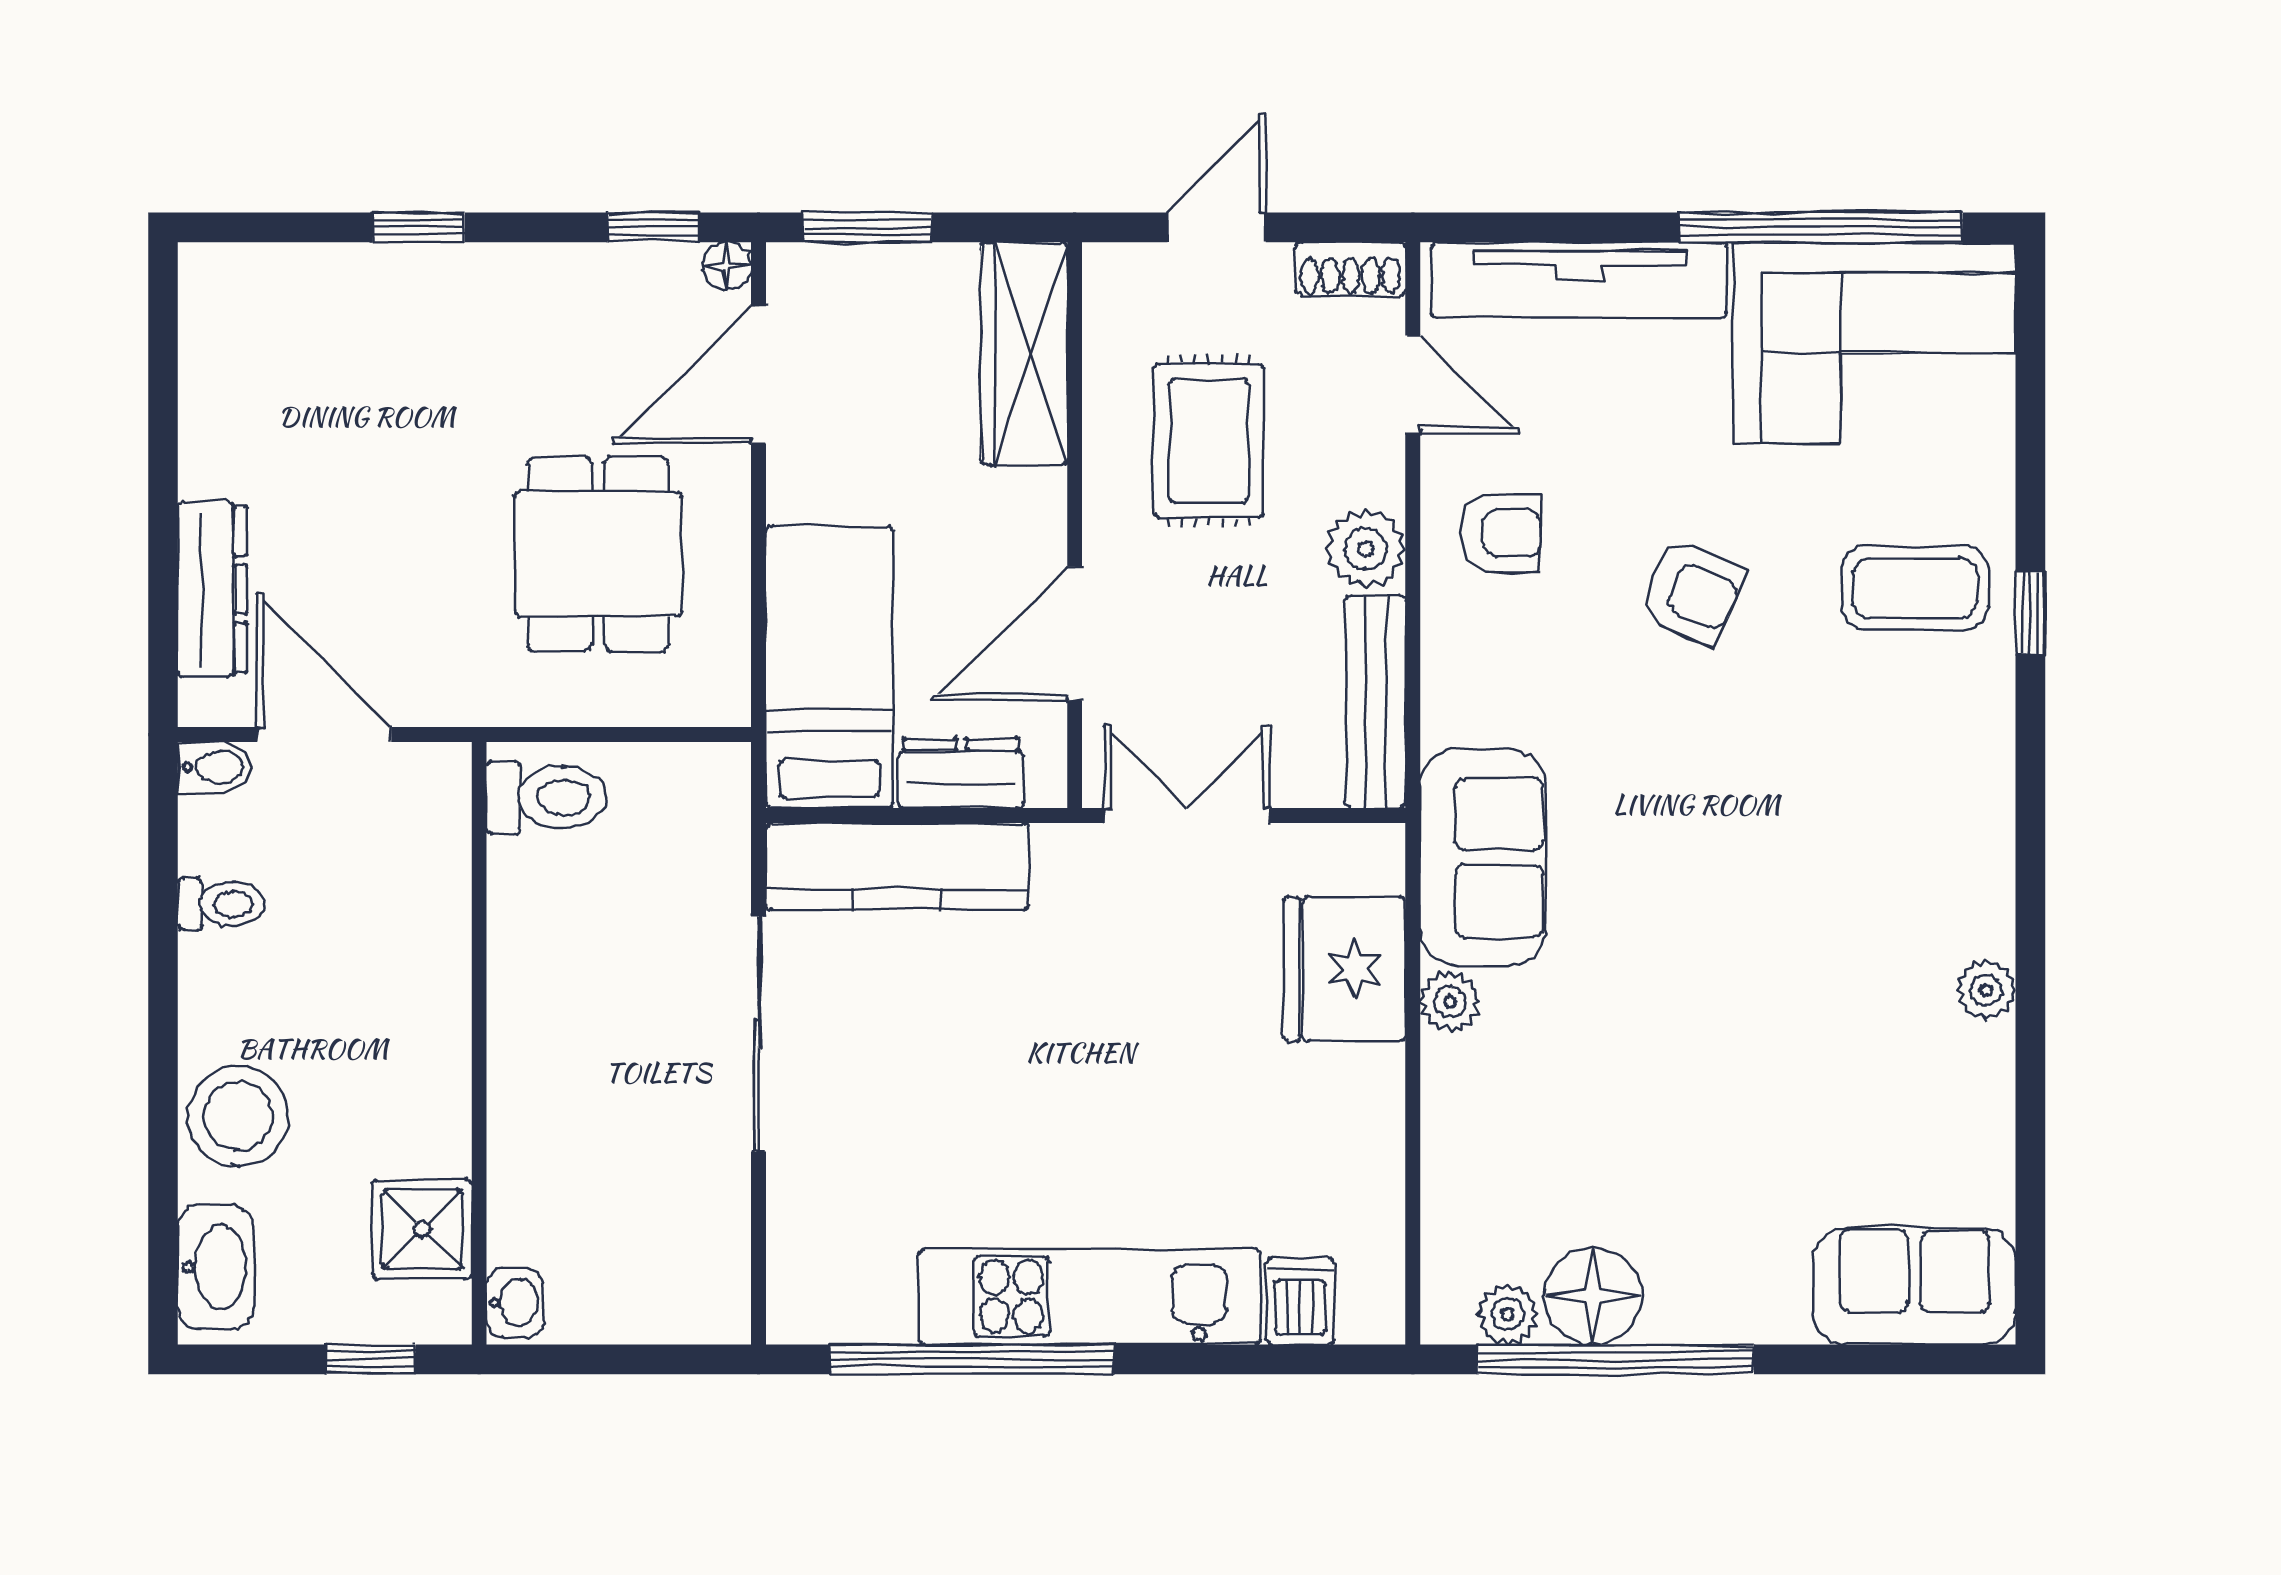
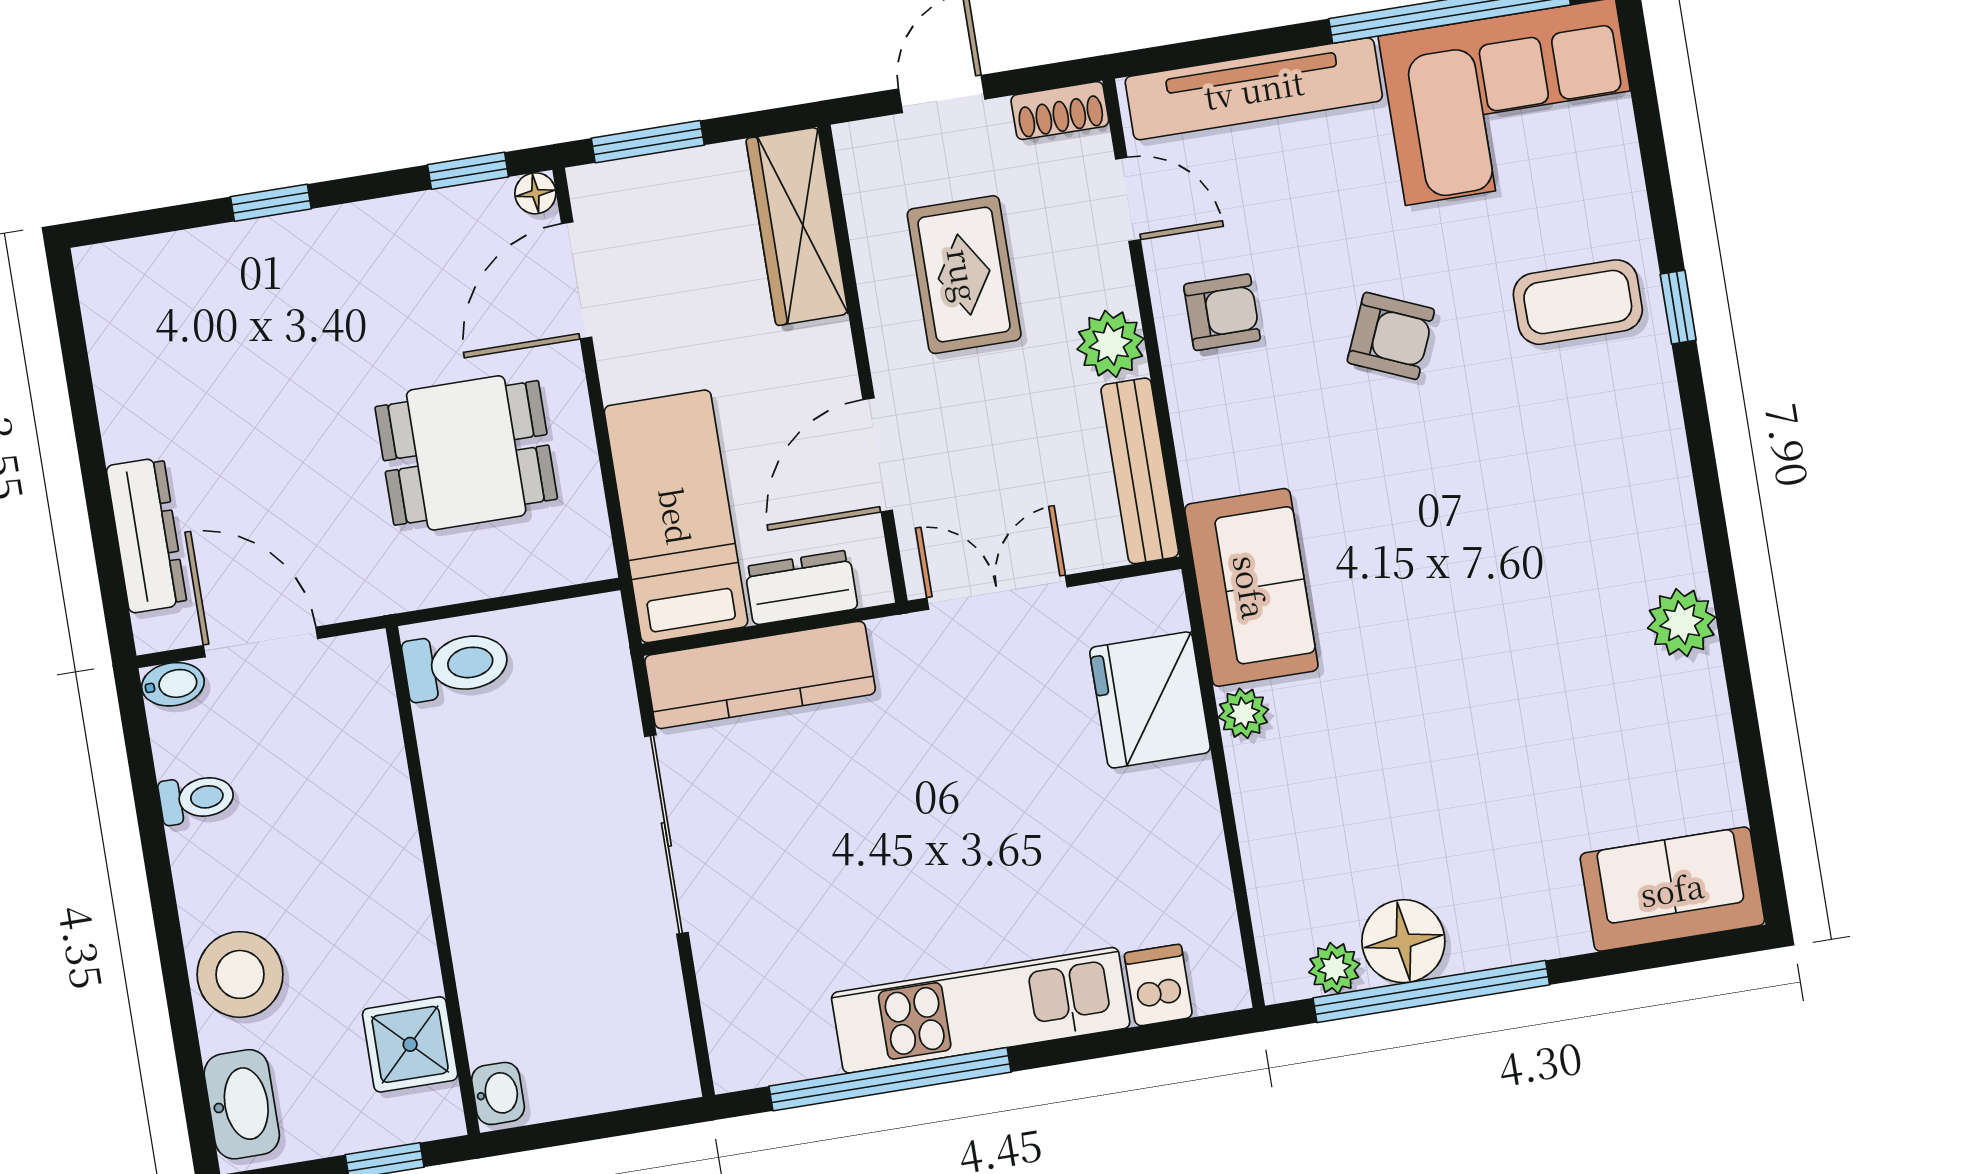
dining table: (598, 554) -> (466, 453), turned 90
plant: (1986, 990) -> (1682, 623), width x1.38, depth x1.38

